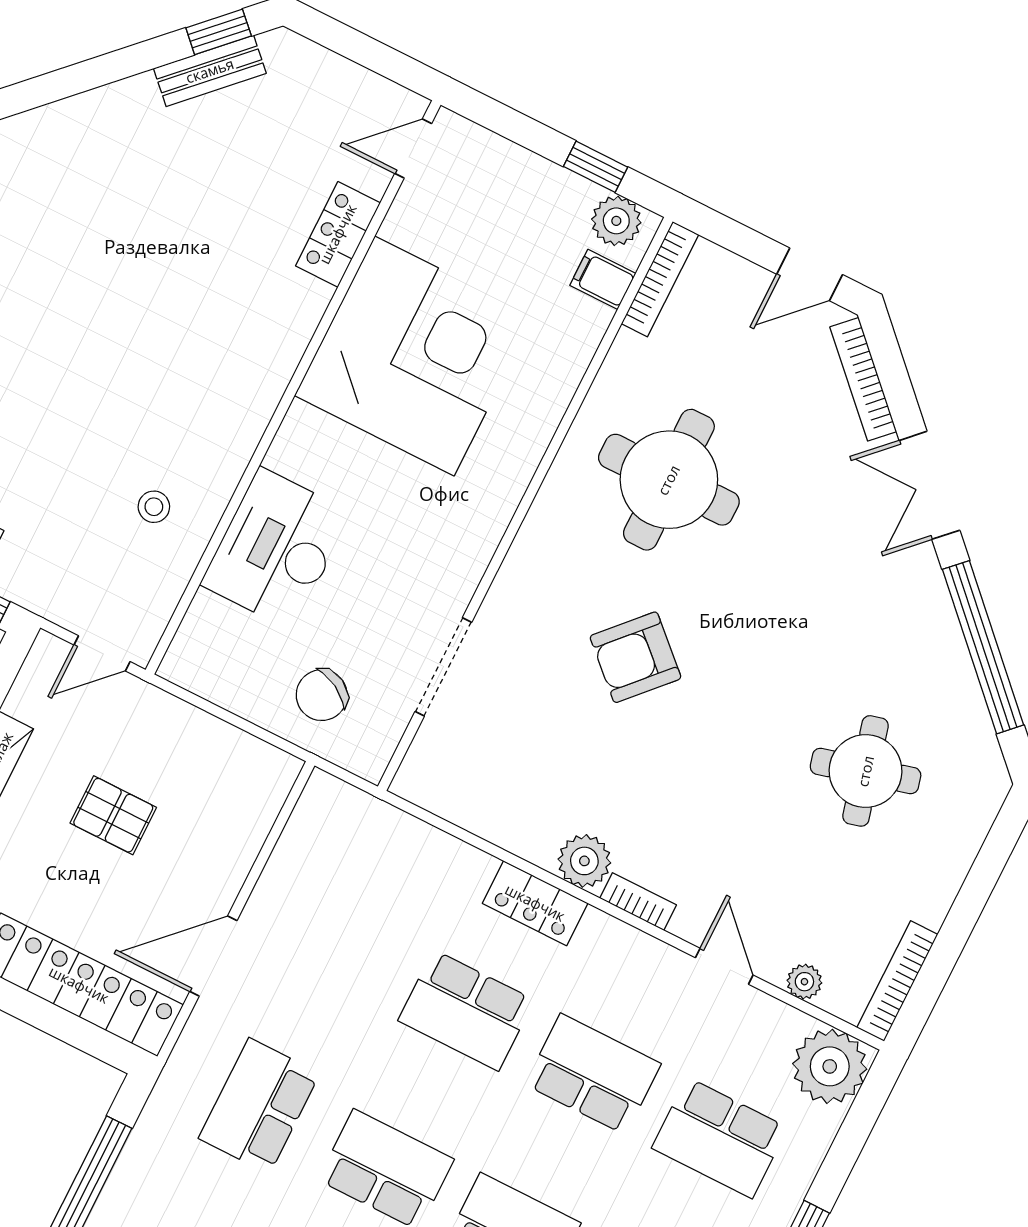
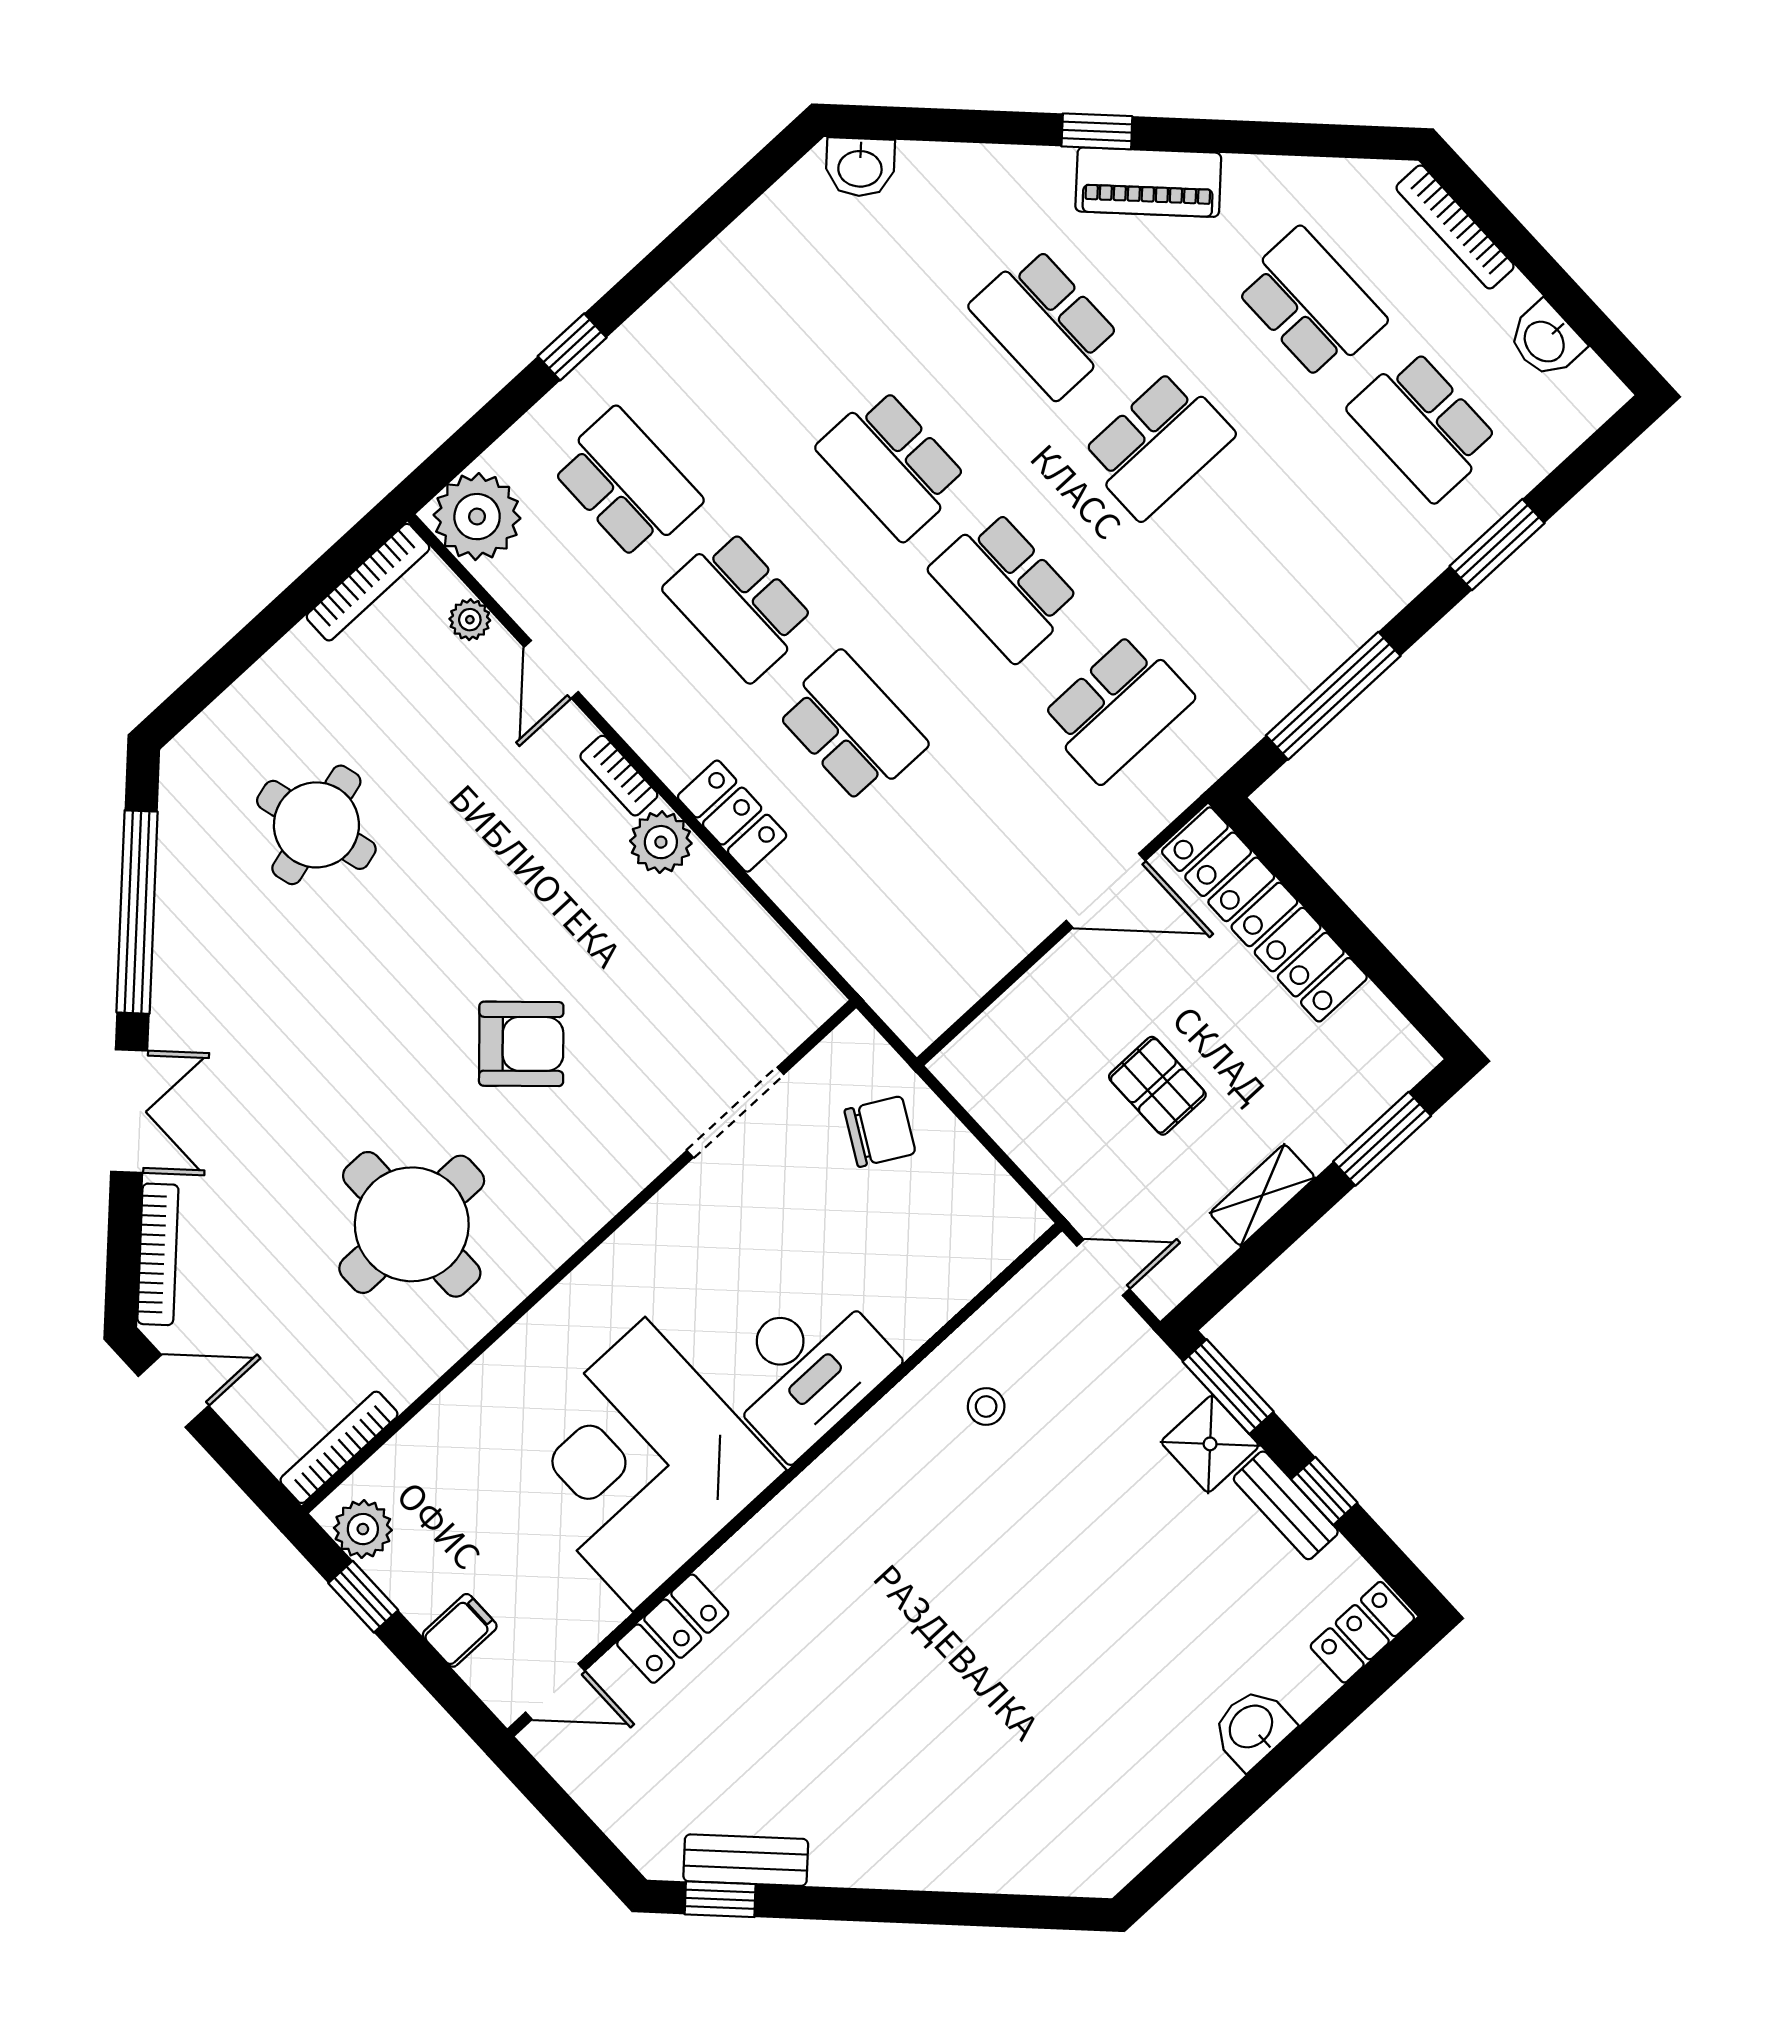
filing cabinet: (603, 279) -> (460, 1630), moved, turned -90
desk: (276, 549) -> (806, 1369), moved

